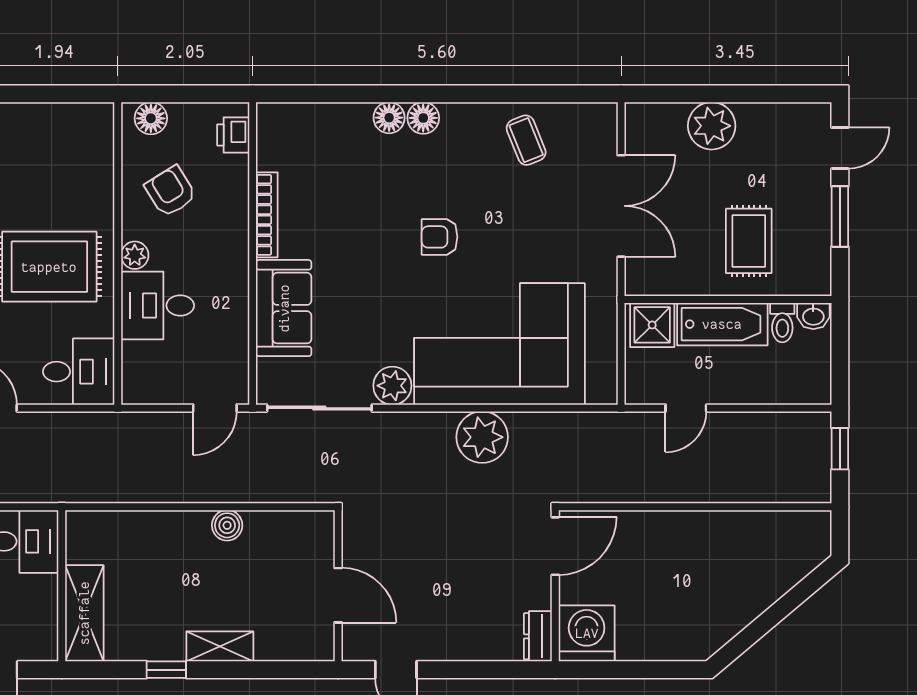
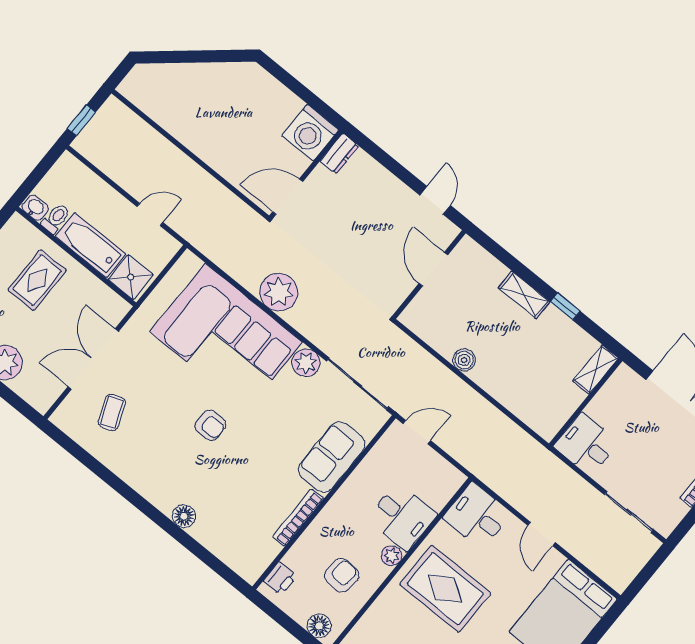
floor lamp: (423, 118) -> (165, 500), removed
coffee table: (526, 140) -> (112, 412), moved
armchair: (171, 191) -> (342, 575), turned -143
shelving: (84, 613) -> (596, 369), width x0.67, depth x0.75

